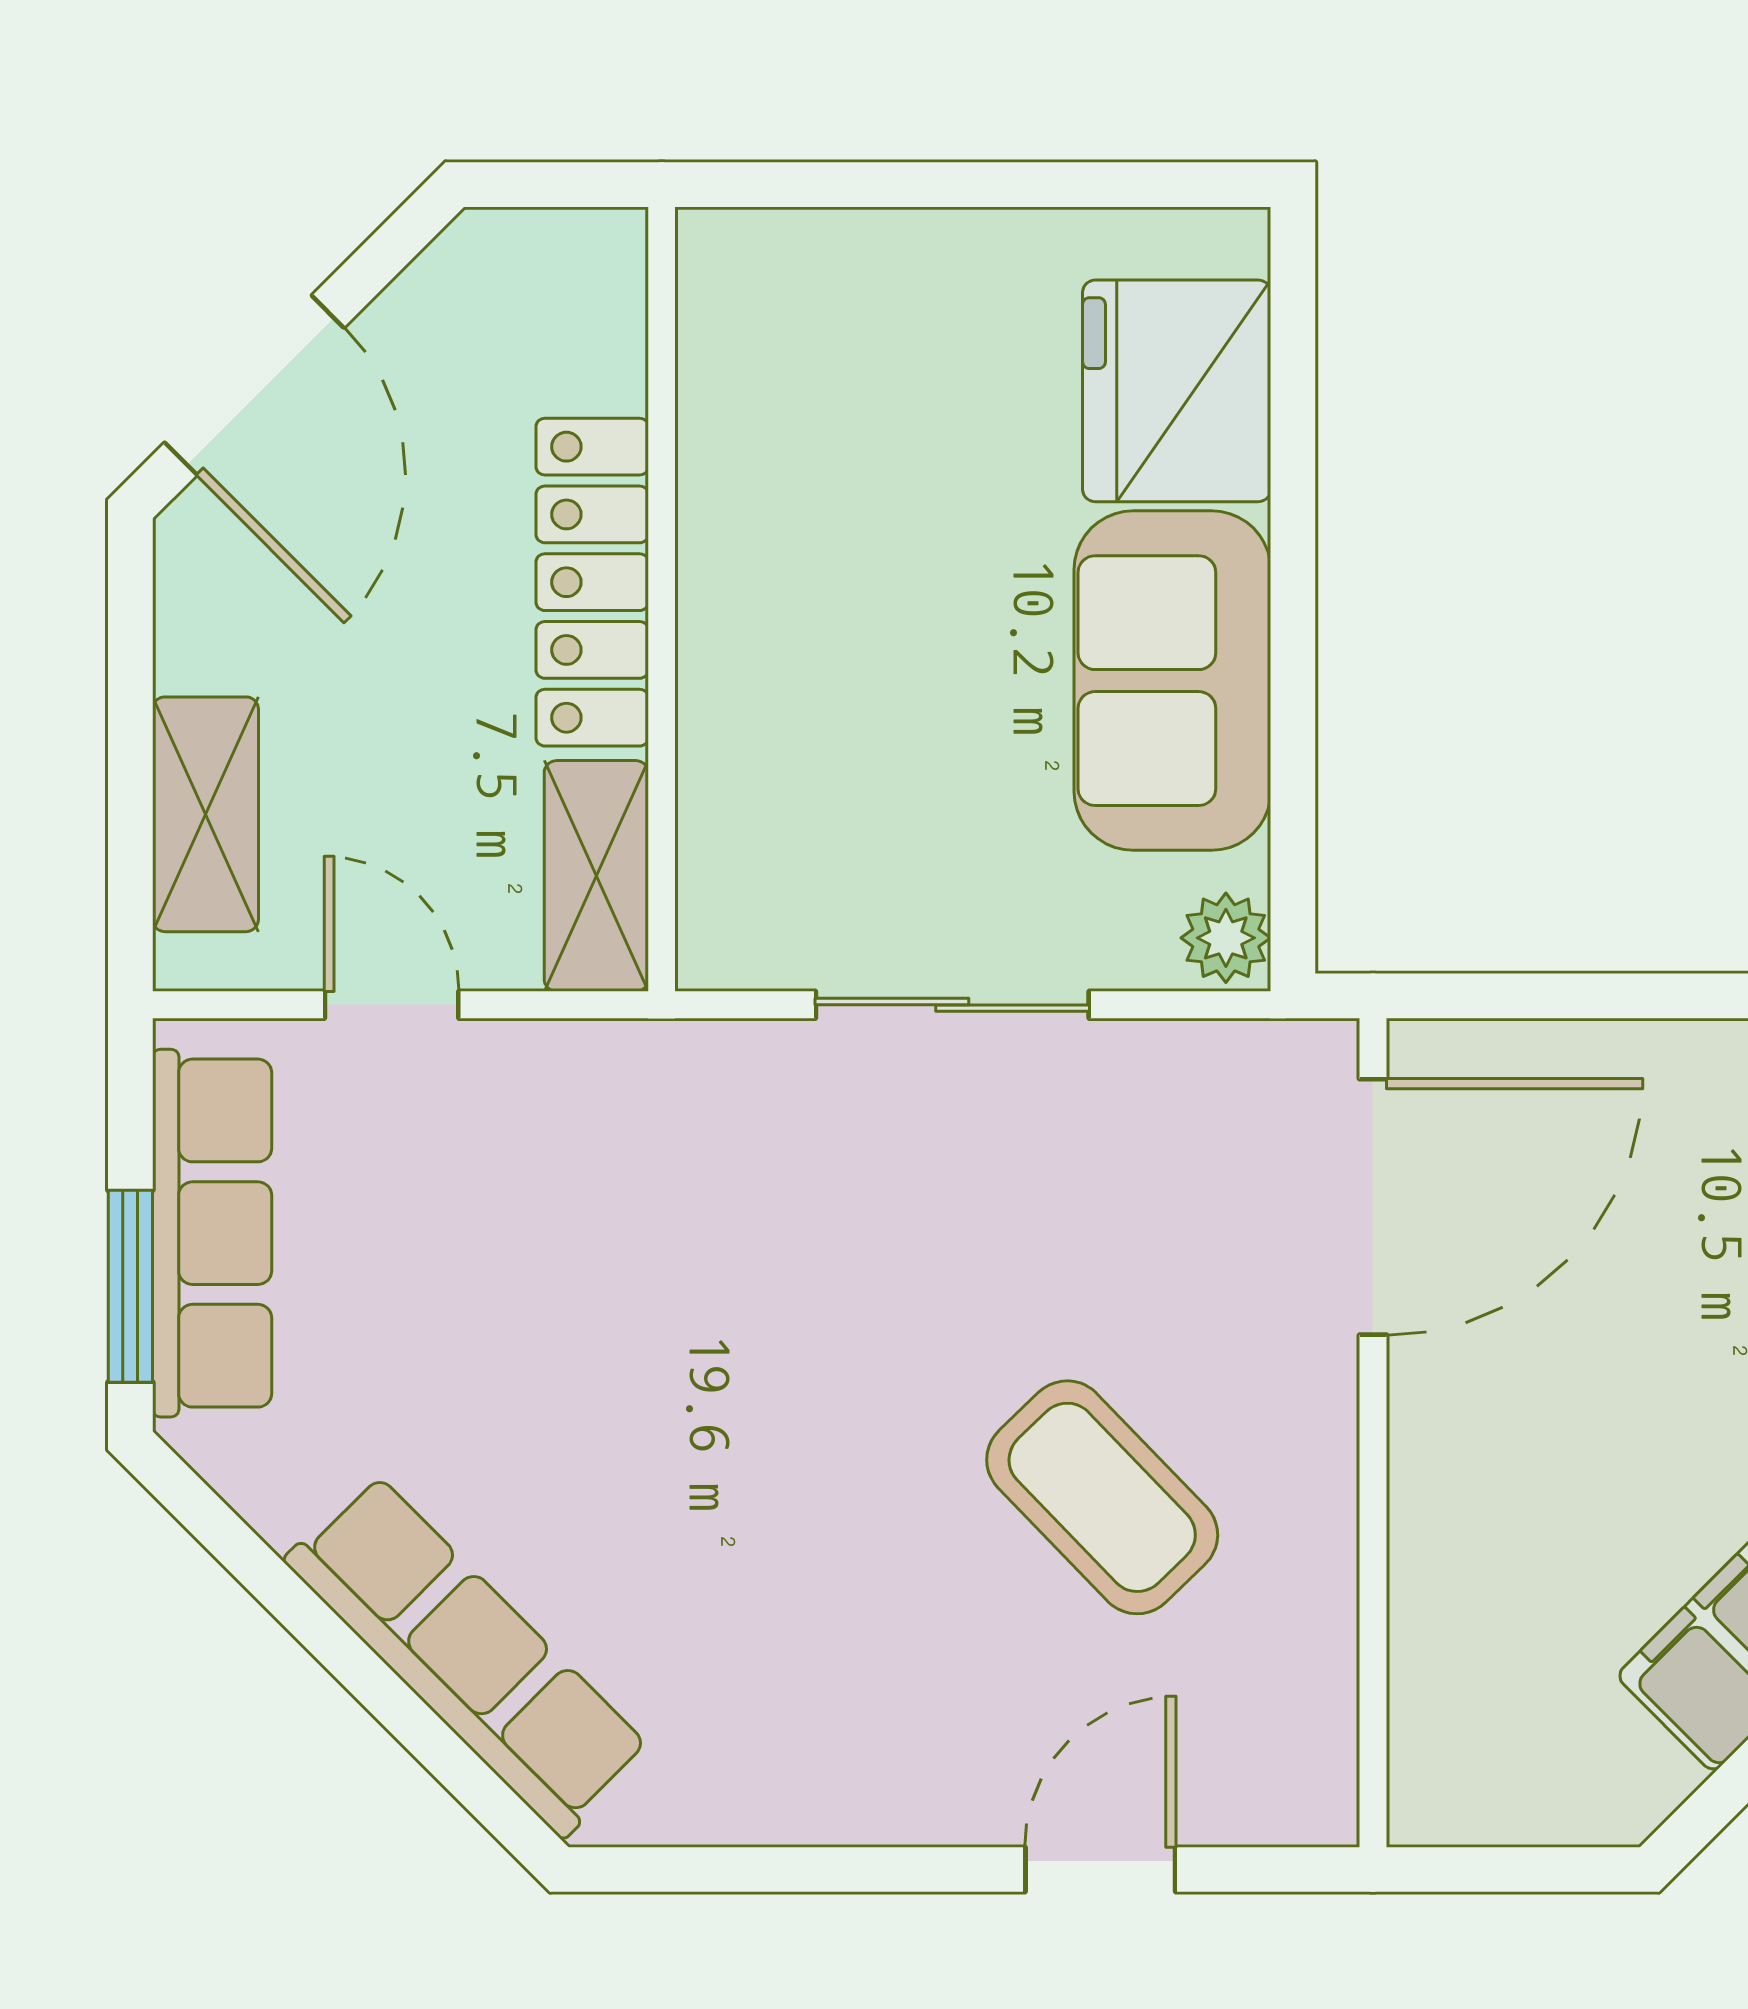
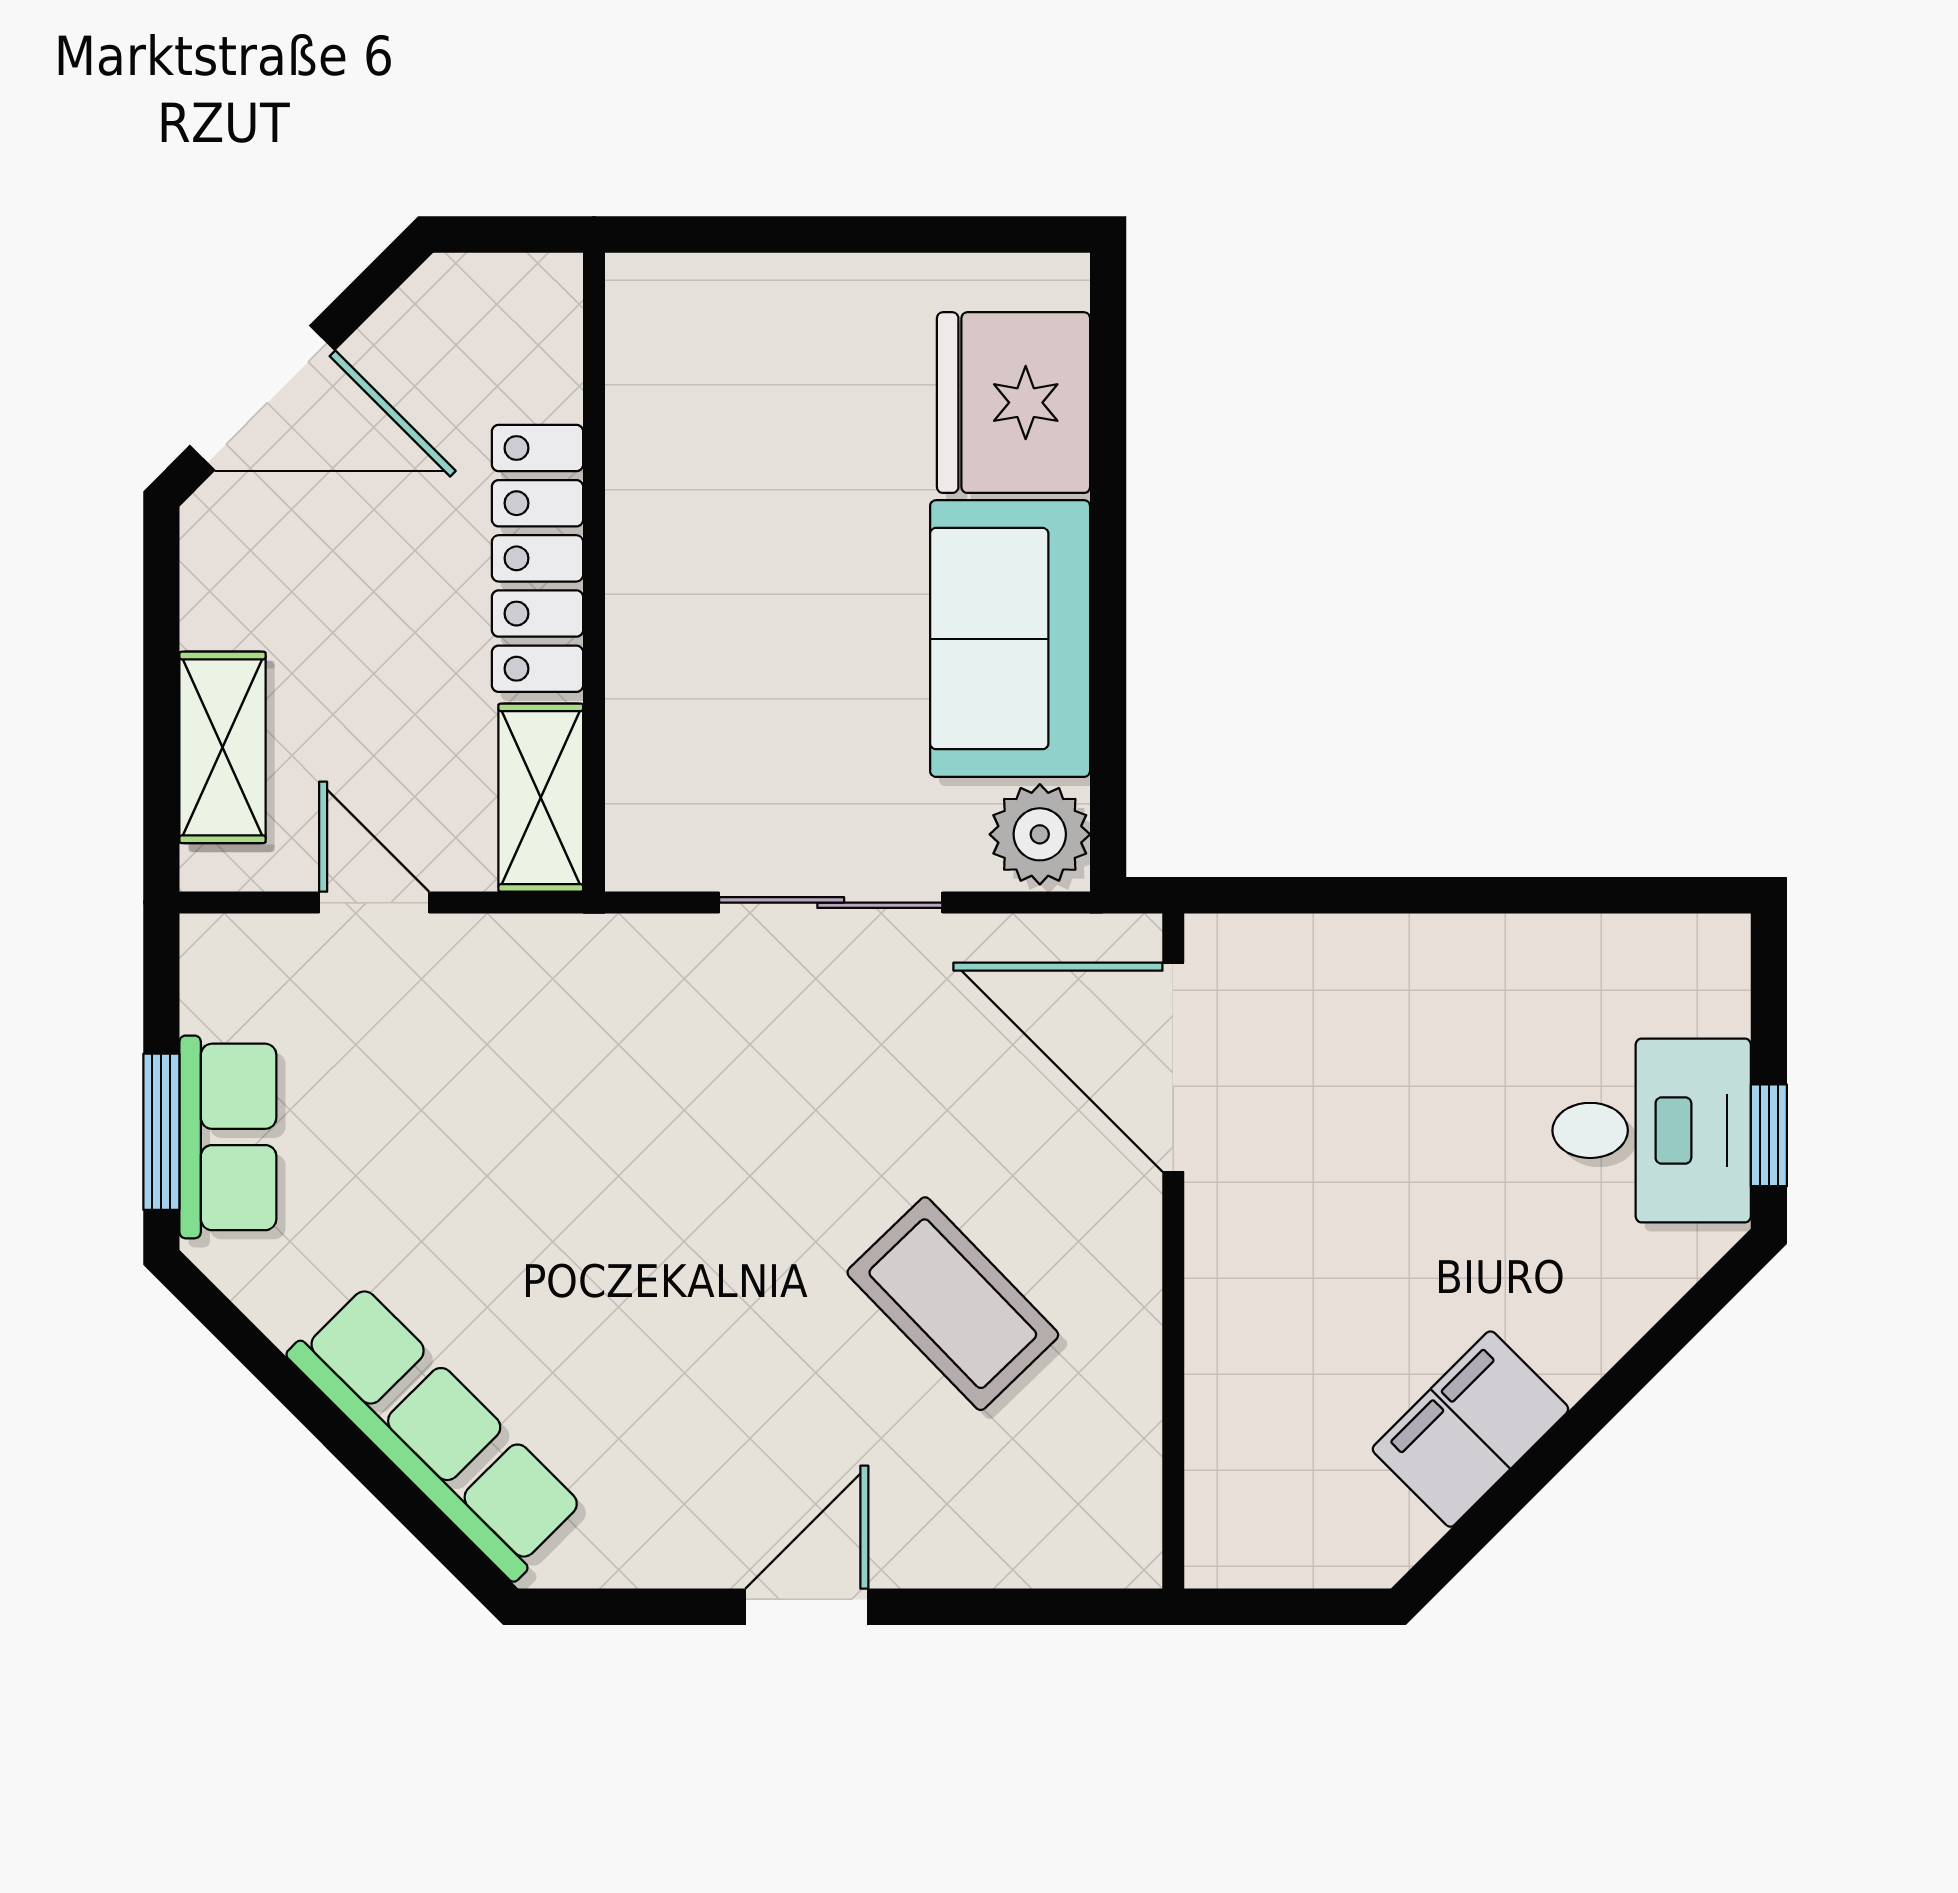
door: (254, 385) -> (262, 398), hinge flipped
plant: (1226, 938) -> (1040, 834), width x1.38, depth x1.38
door: (1373, 1207) -> (1173, 1067), swing flipped
row of seats: (212, 1233) -> (228, 1137), width x0.68
door: (1100, 1869) -> (807, 1607), moved

